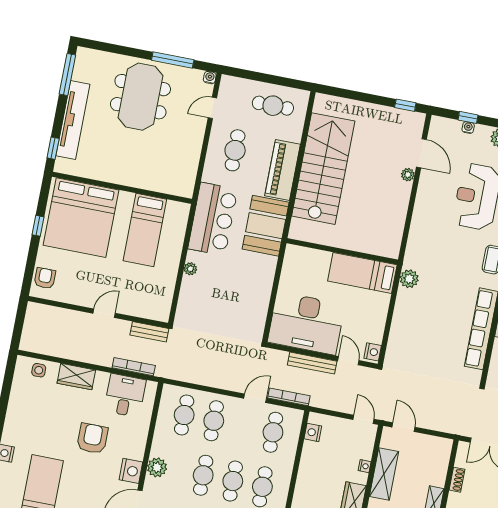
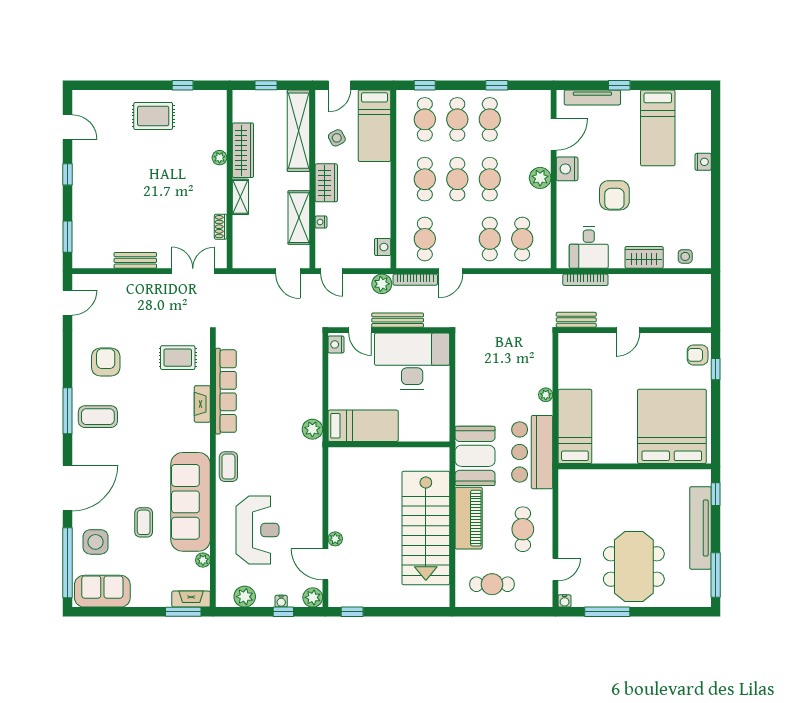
plant: (439, 125) -> (313, 597), added
window: (38, 226) -> (716, 369), moved
bed: (145, 230) -> (575, 426), moved
armchair: (45, 278) -> (698, 355), turned 90
plant: (320, 399) -> (382, 284), added

